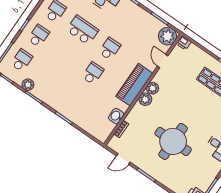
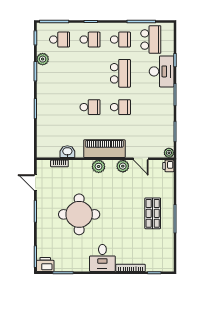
plant: (168, 36) -> (169, 153), width x0.53, depth x0.53
door: (163, 61) -> (141, 159), swing flipped
plant: (153, 88) -> (123, 166), moved

